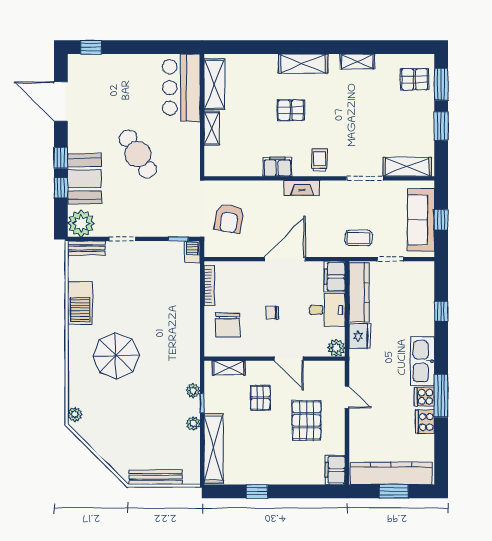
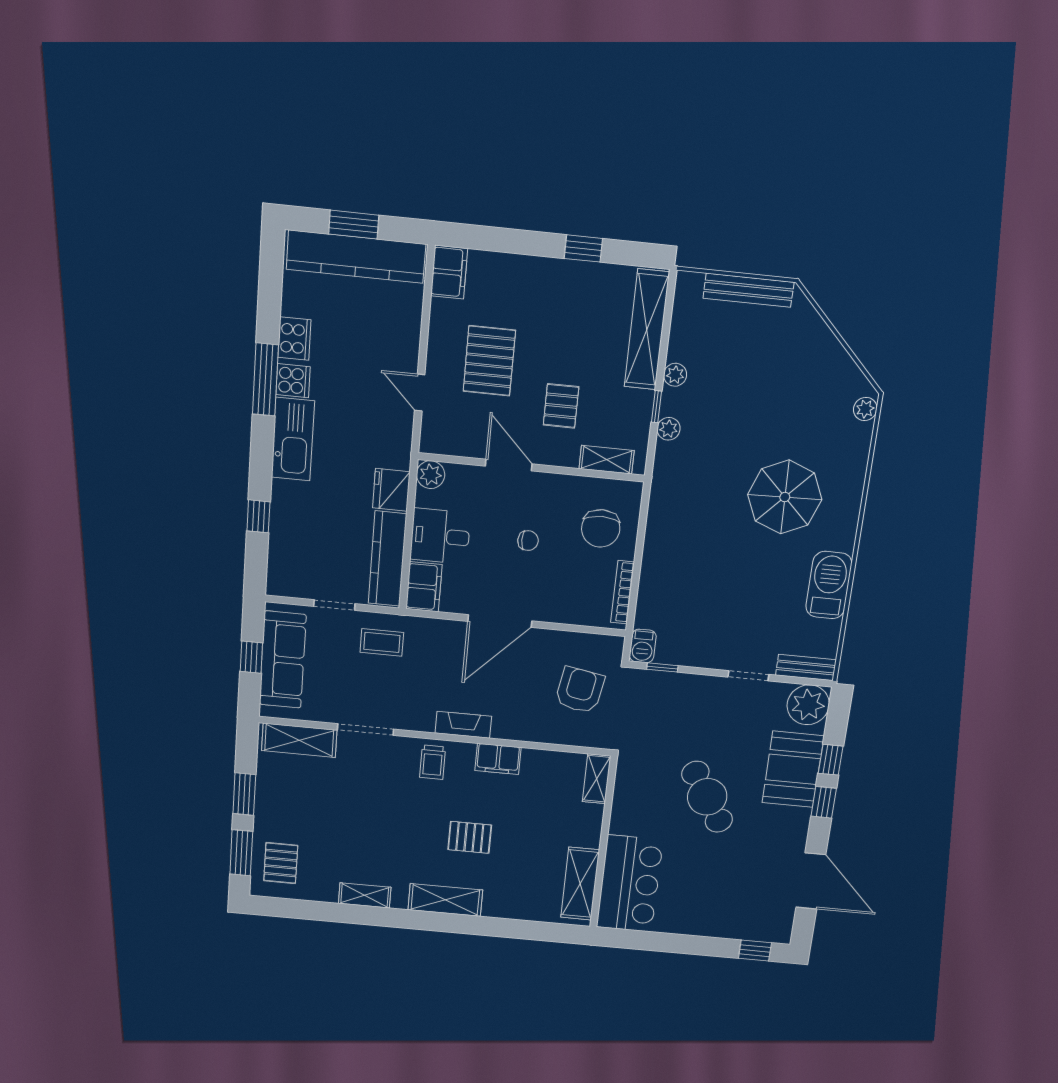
pallet: (415, 79) -> (281, 863), turned 90
shelving: (212, 128) -> (597, 779), moved
chair: (228, 325) -> (601, 528), turned 180

